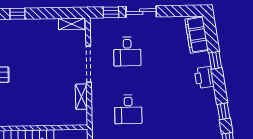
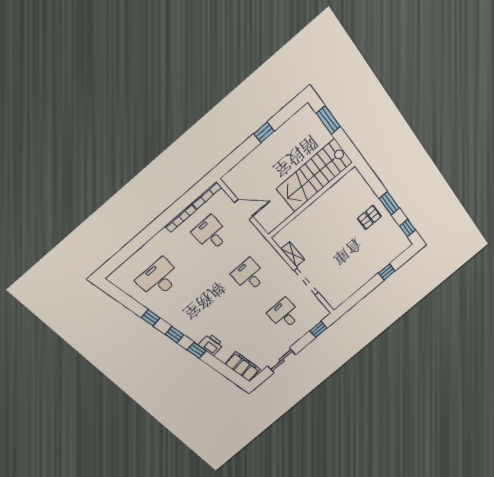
sliding door: (141, 12) -> (282, 360), moved
shelving: (72, 24) -> (341, 298), removed
window: (215, 60) -> (197, 350), moved

